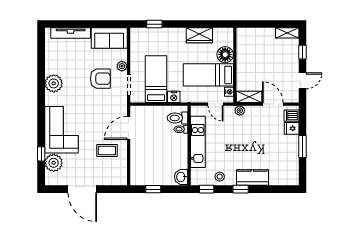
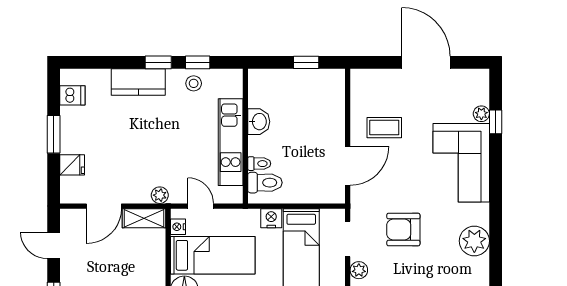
armchair: (100, 79) -> (403, 230), moved
door: (302, 81) -> (54, 245), hinge flipped
door: (273, 104) -> (104, 206), hinge flipped
dishwasher: (291, 116) -> (72, 95), moved
plant: (54, 163) -> (481, 114), width x0.53, depth x0.53
washbasin: (181, 177) -> (259, 122), moved
window: (207, 189) -> (198, 62), moved

